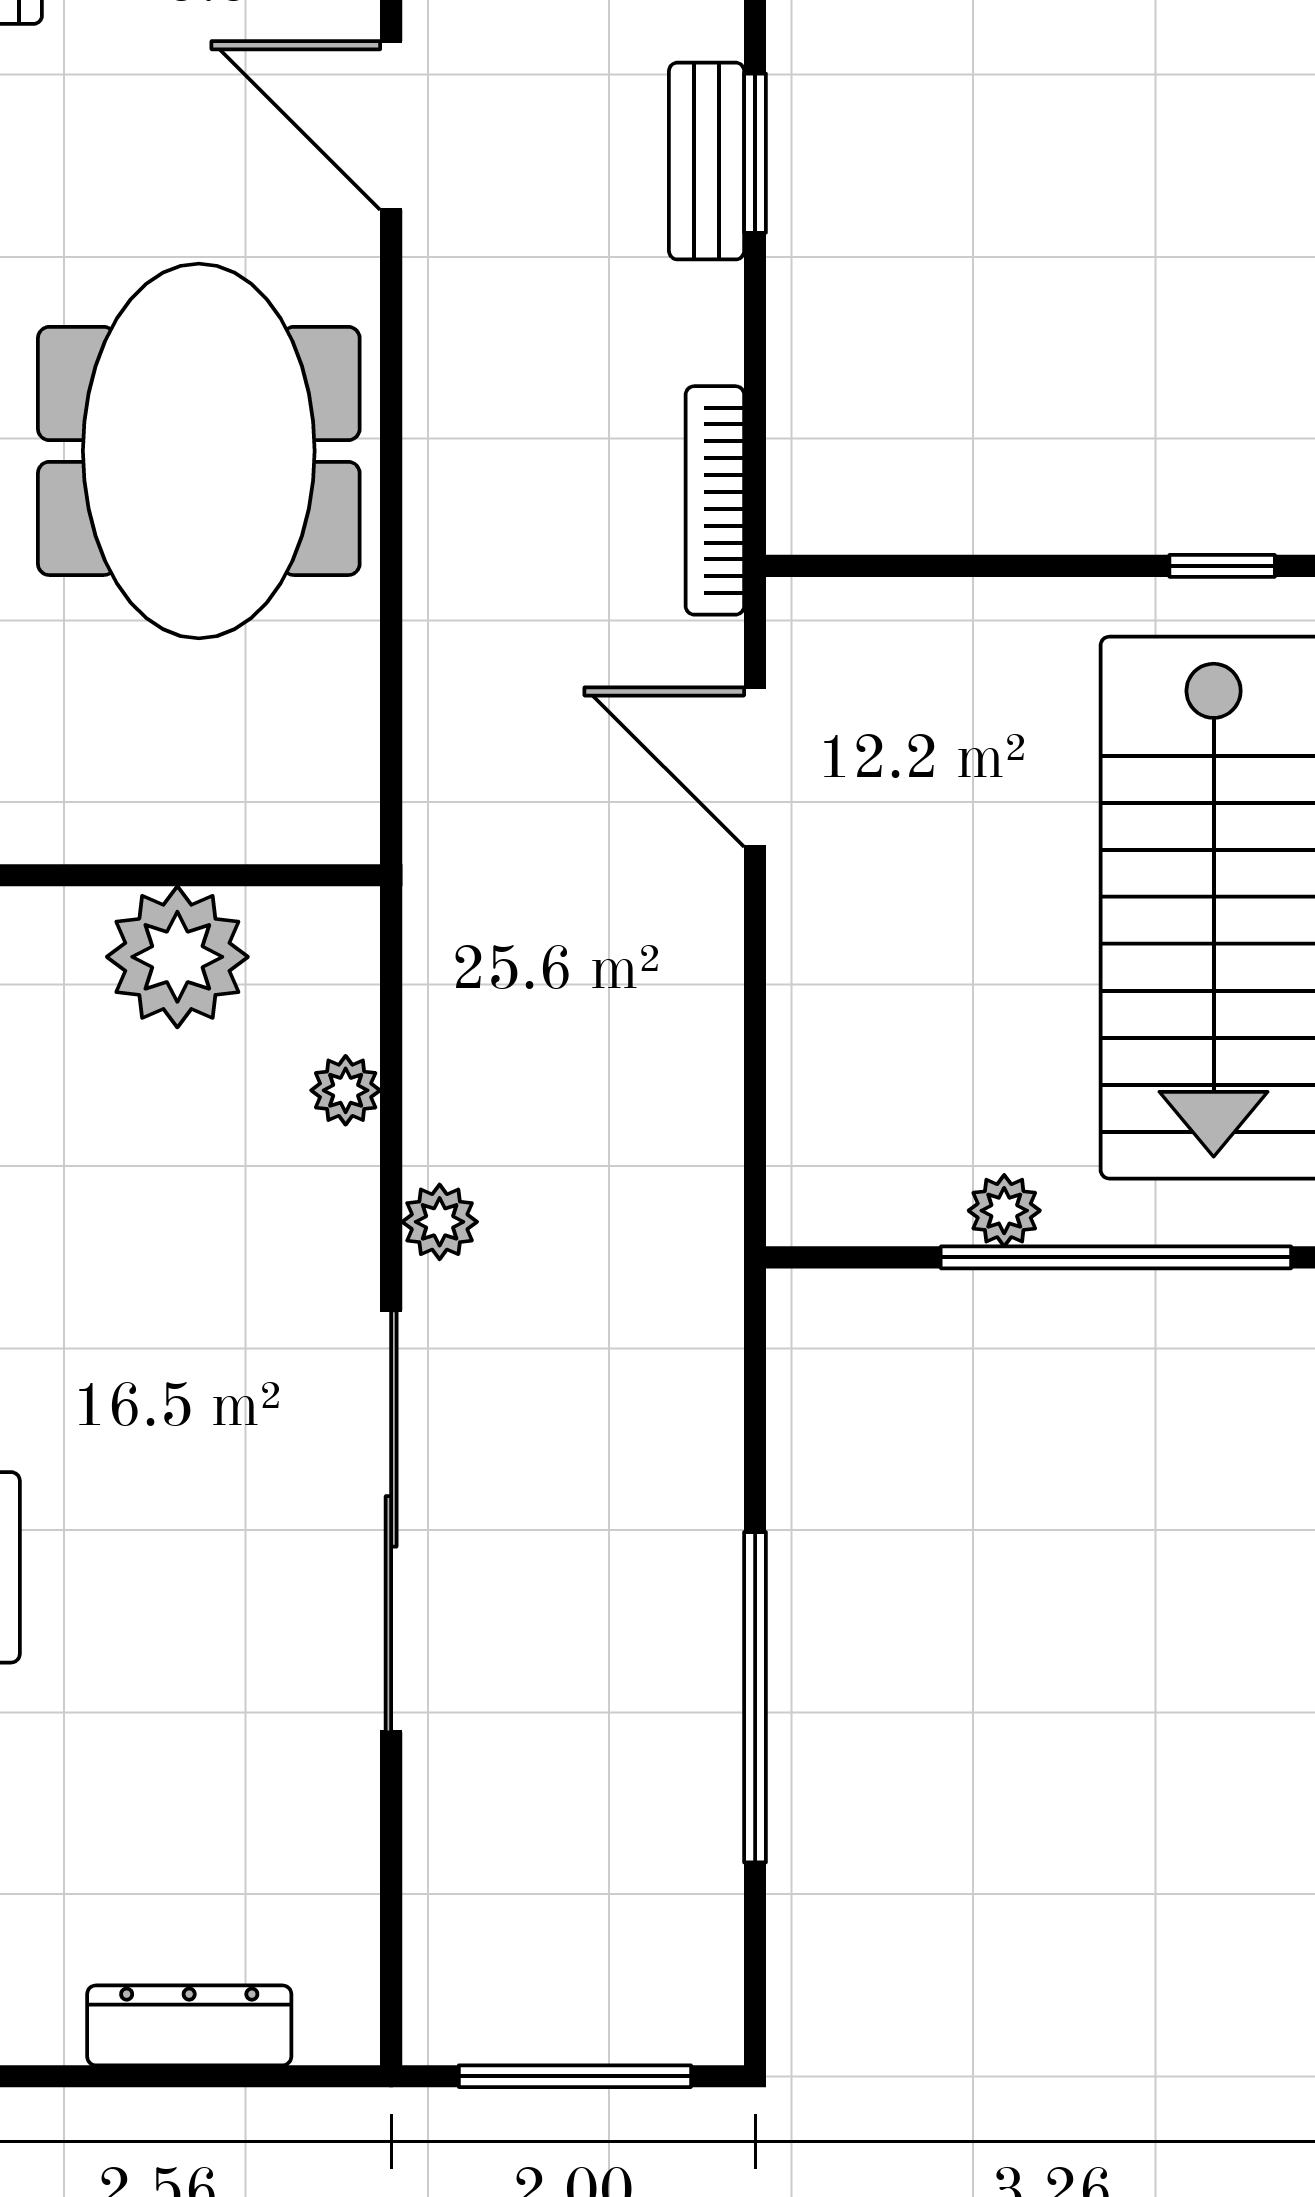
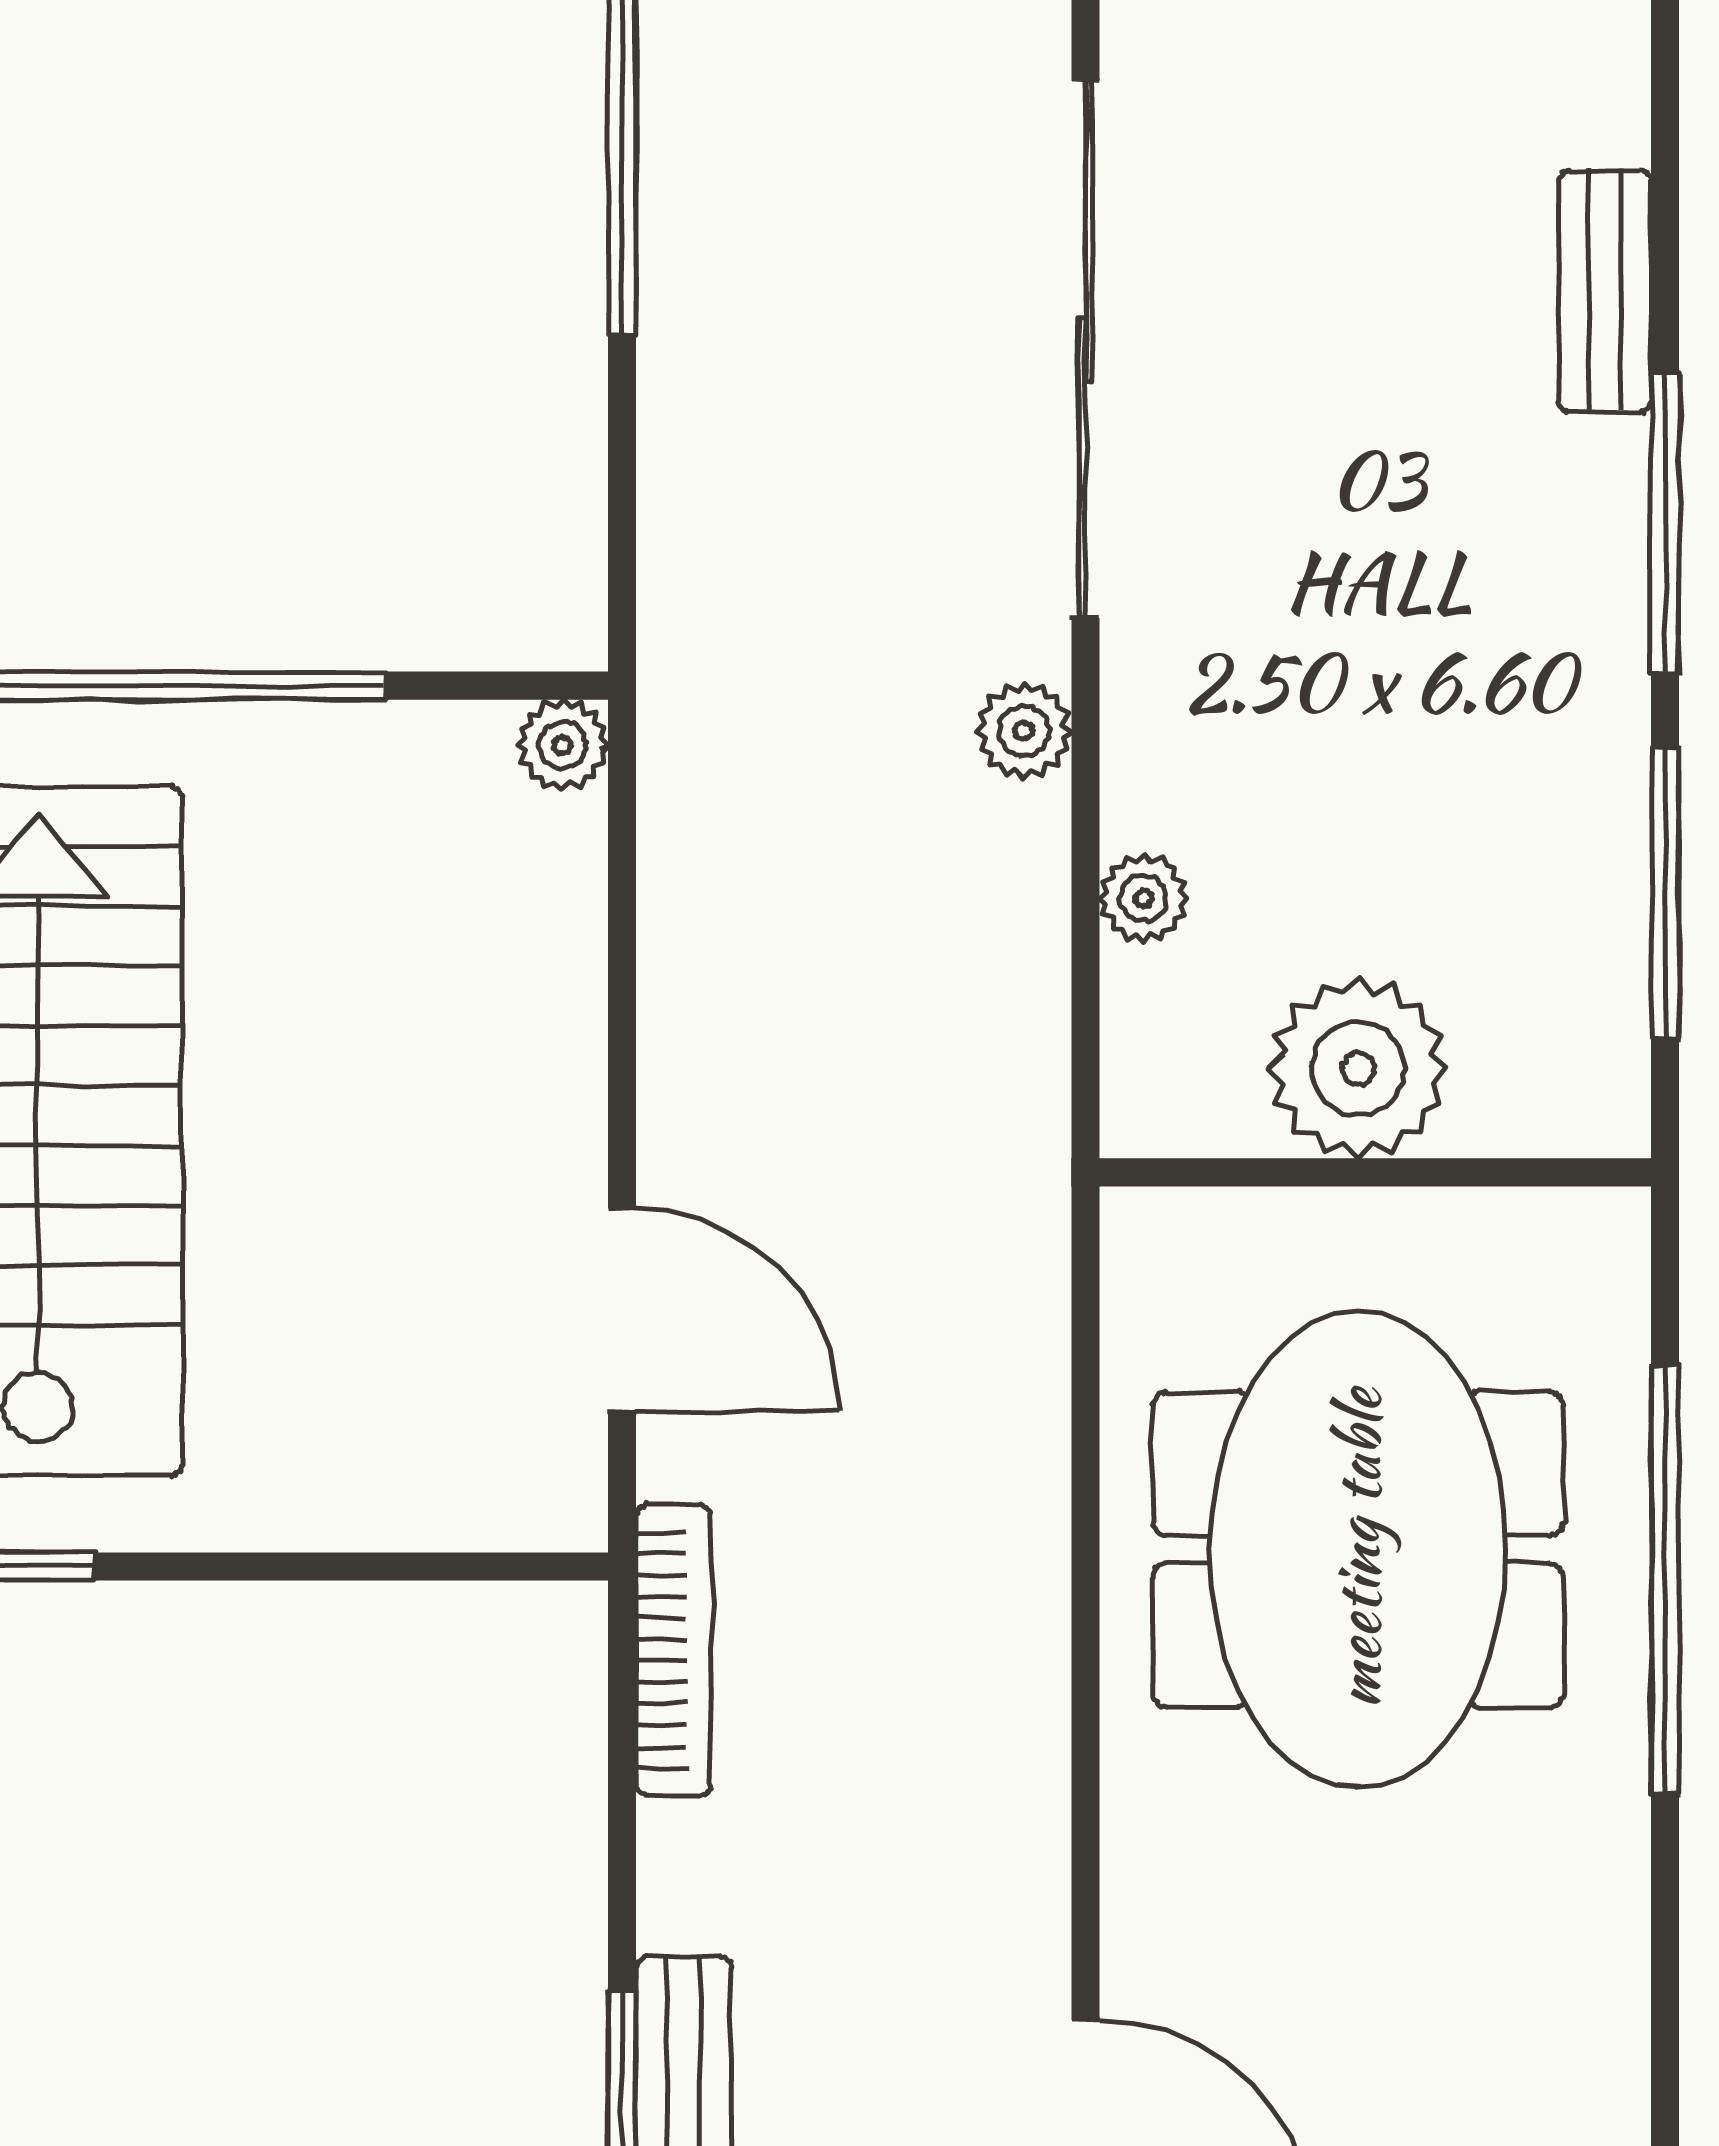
meeting table: (199, 451) -> (1358, 1549), moved
plant: (1004, 1211) -> (562, 745), moved

